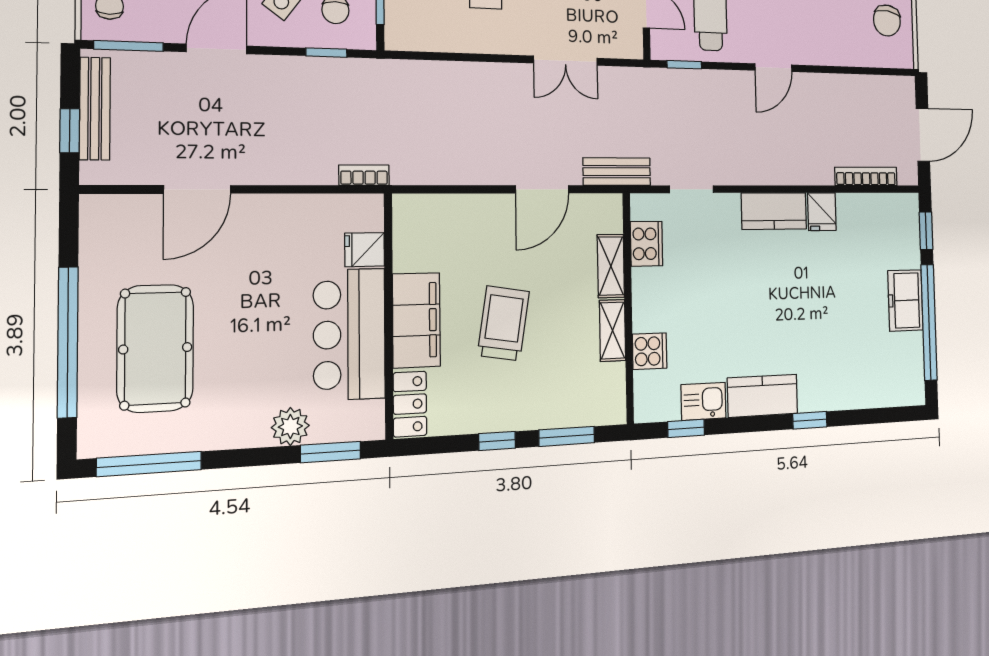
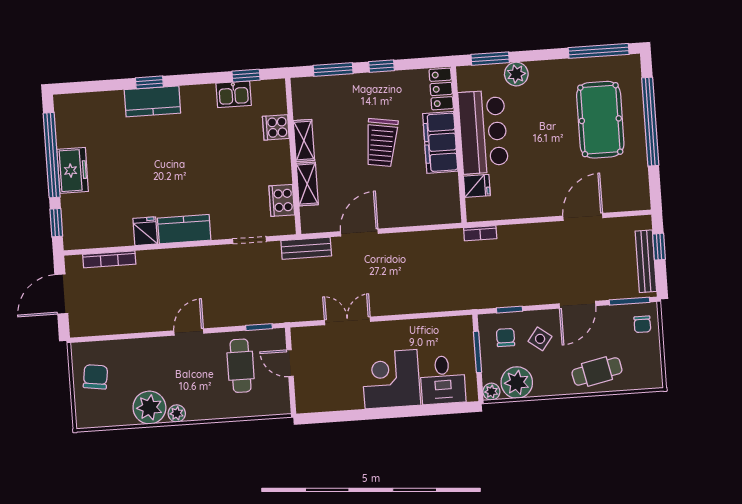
kitchen counter: (763, 396) -> (152, 101), moved

